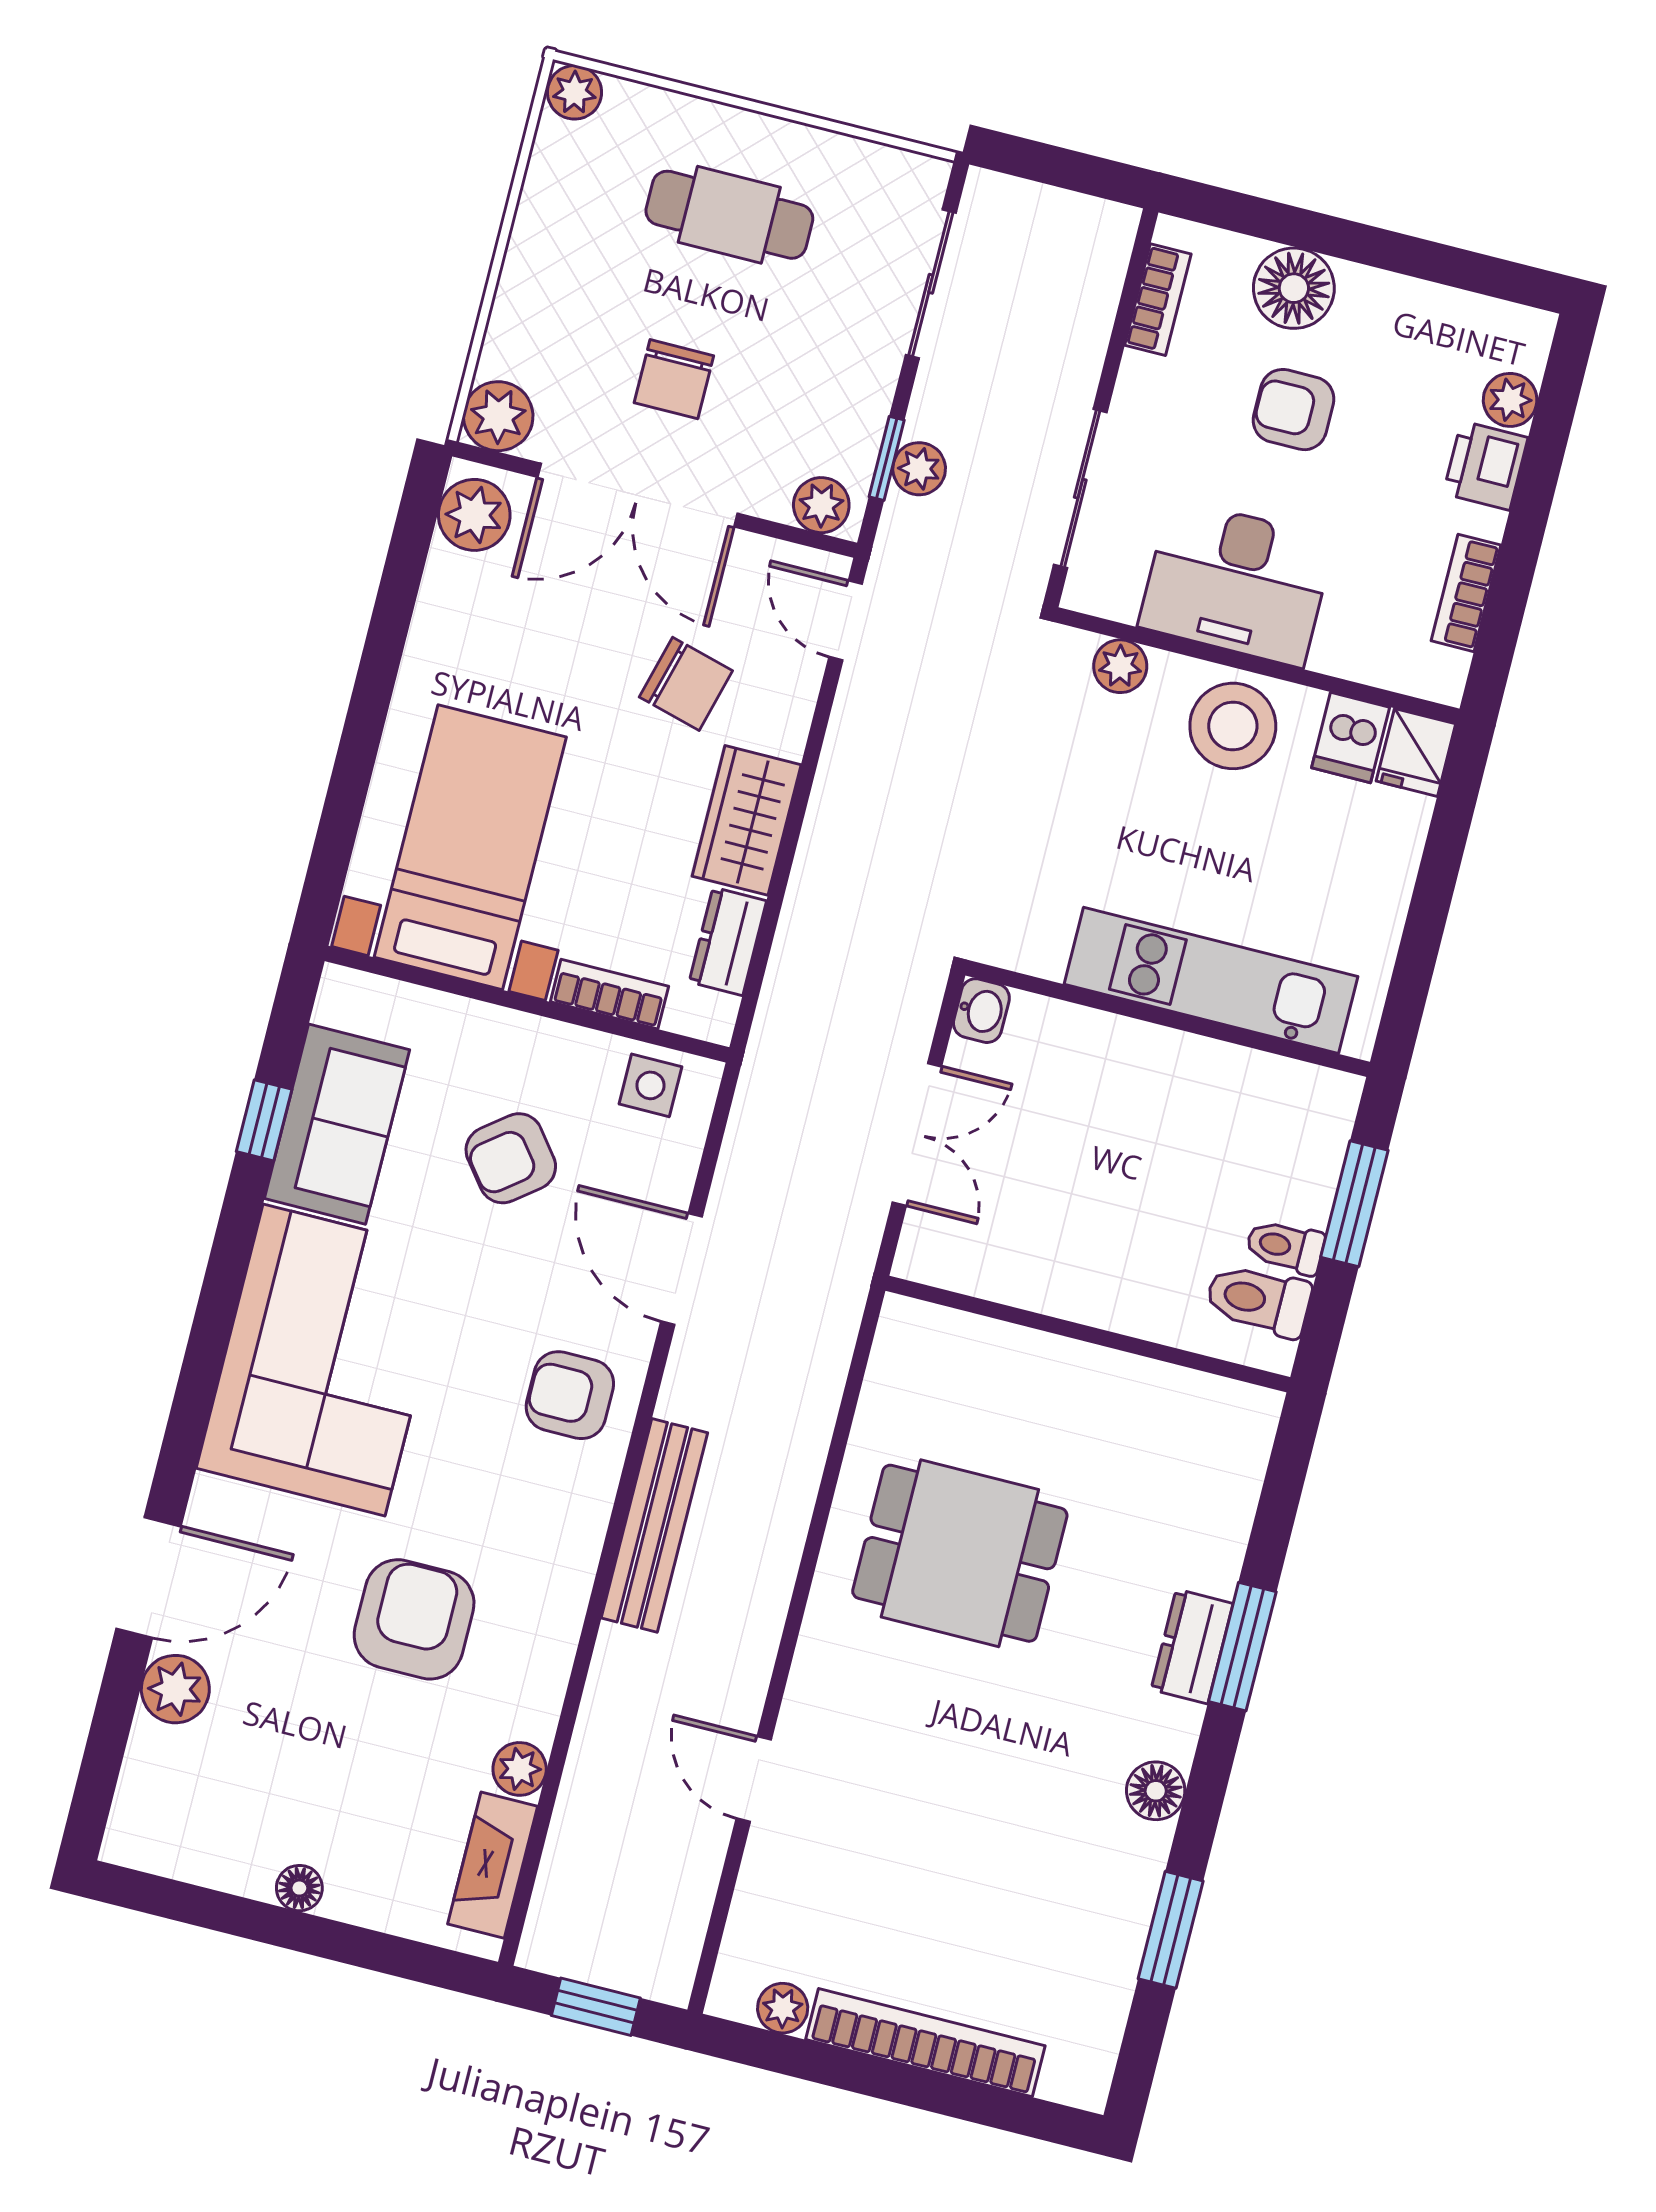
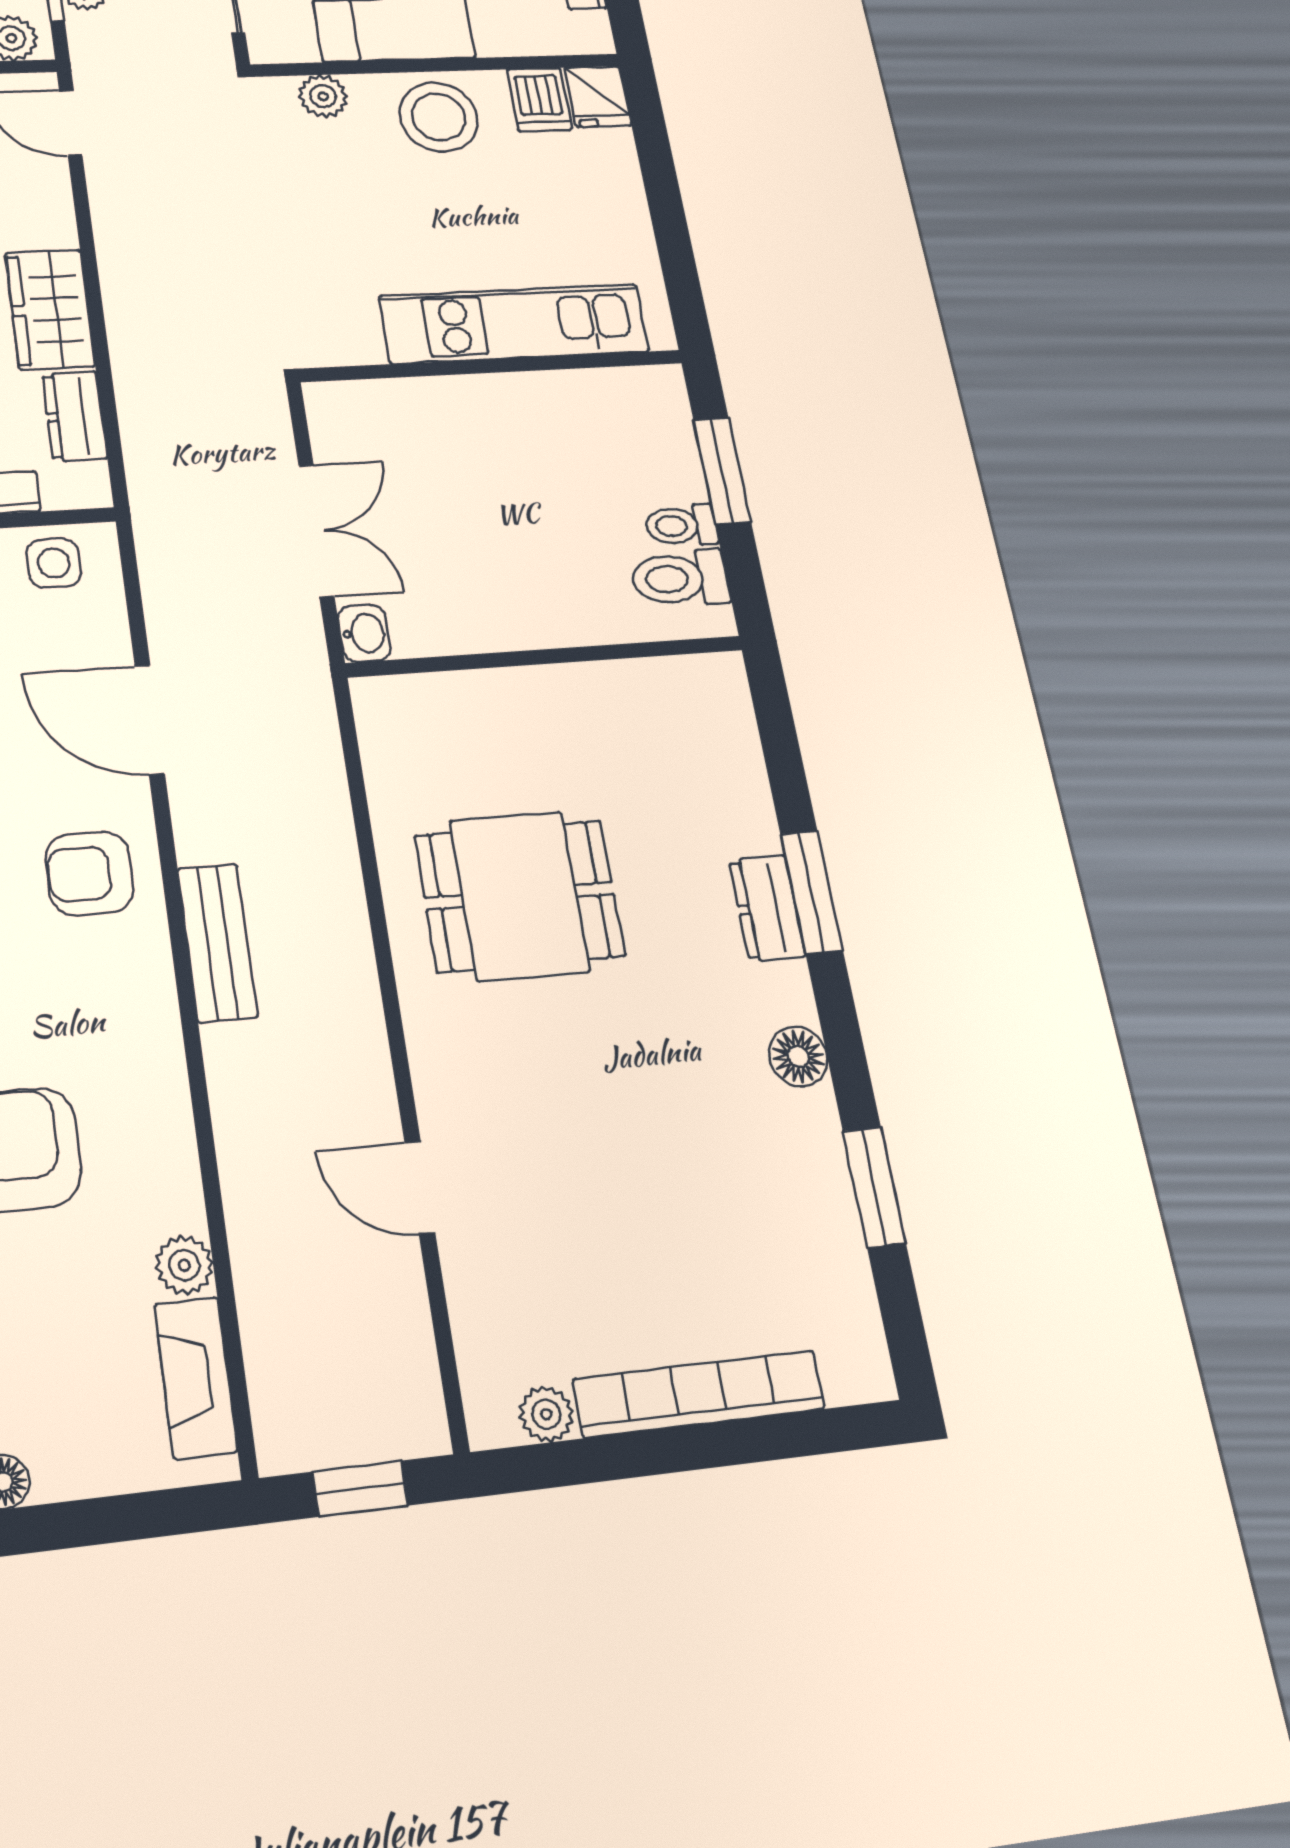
washbasin: (981, 1011) -> (364, 633), moved
bench: (654, 1525) -> (217, 943), width x0.73

